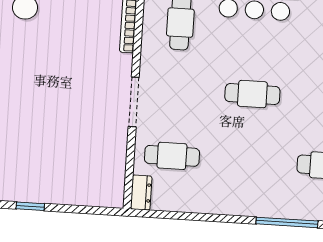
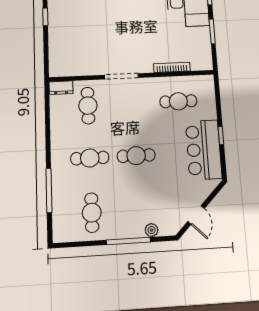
cafe table: (252, 94) -> (136, 156), turned 90
cafe table: (248, 161) -> (90, 158), added

